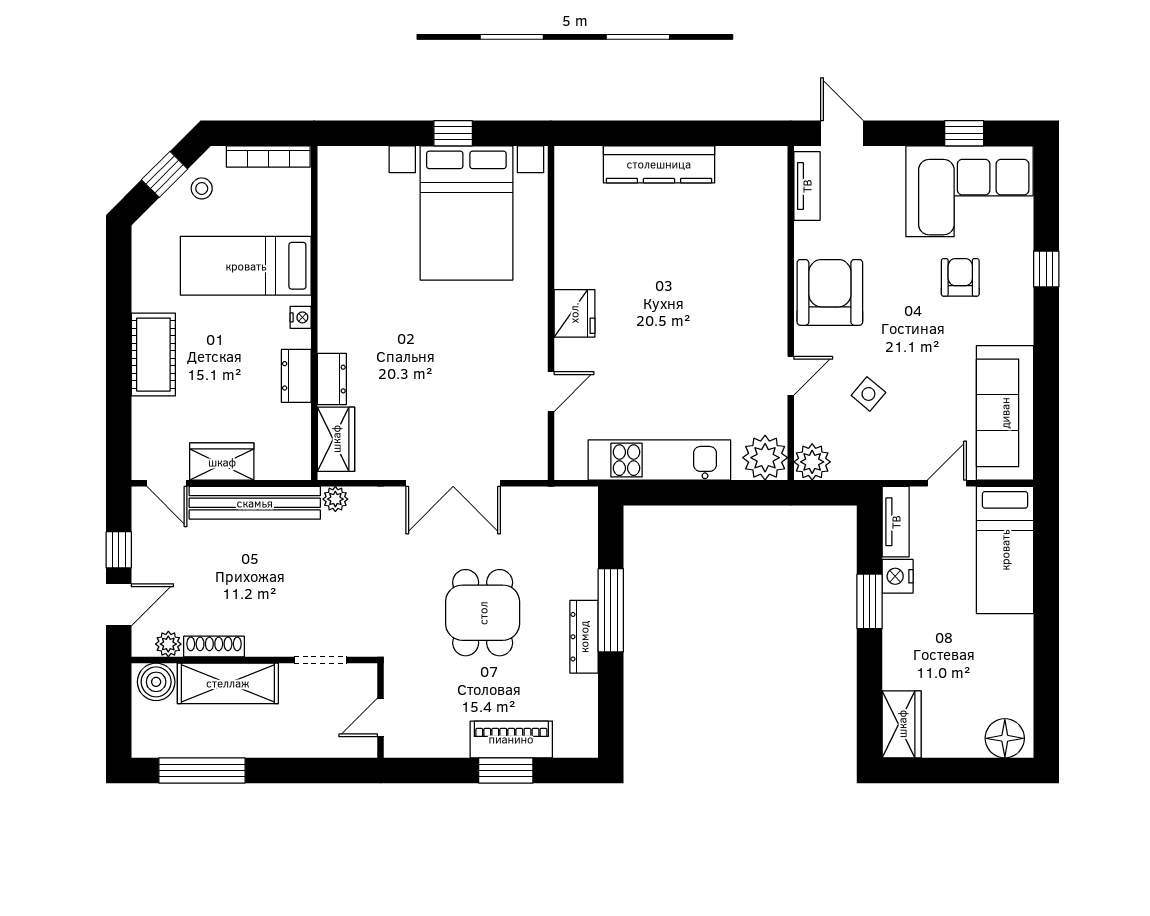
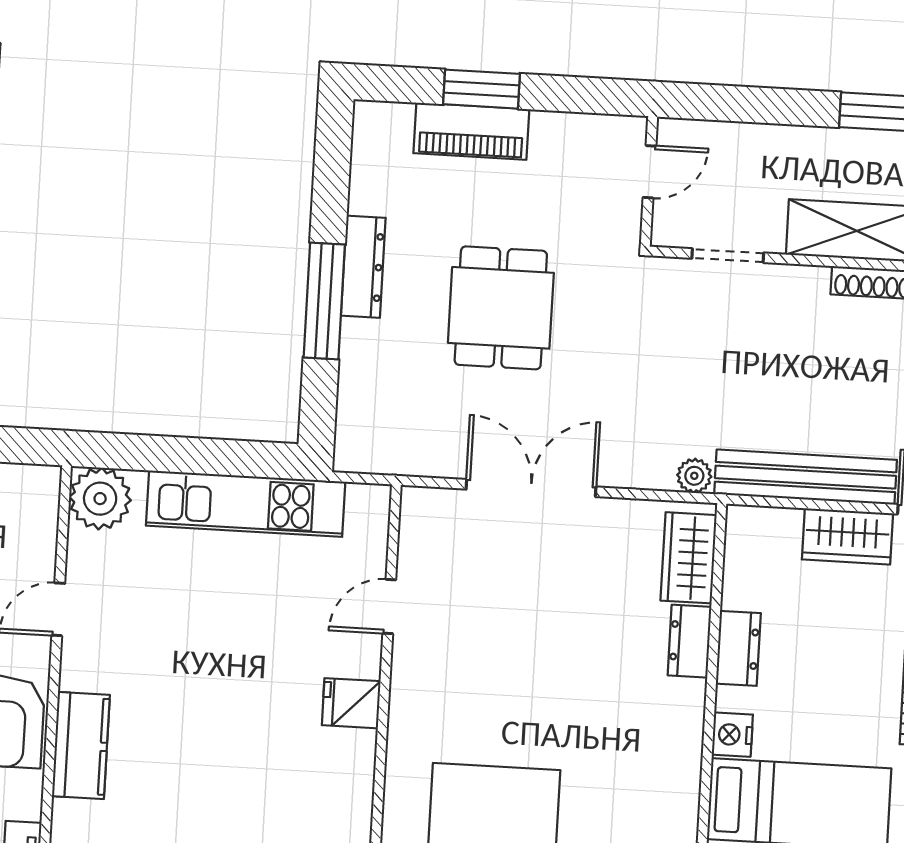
kitchen counter: (769, 278) -> (81, 746), added
fridge: (574, 313) -> (351, 703), width x0.72
nightstand: (301, 317) -> (732, 735), width x1.39, depth x1.35
plant: (812, 462) -> (36, 489), removed

